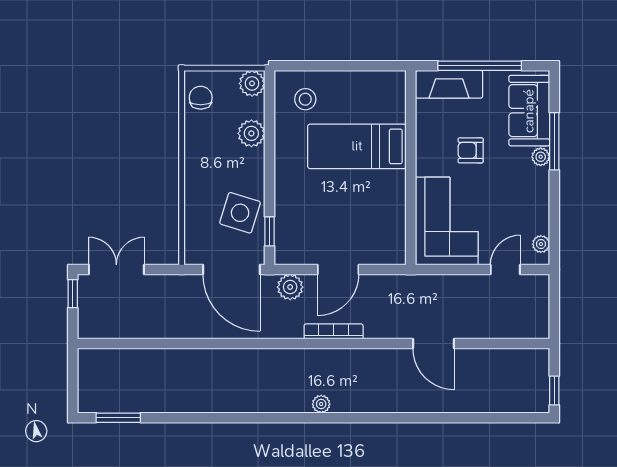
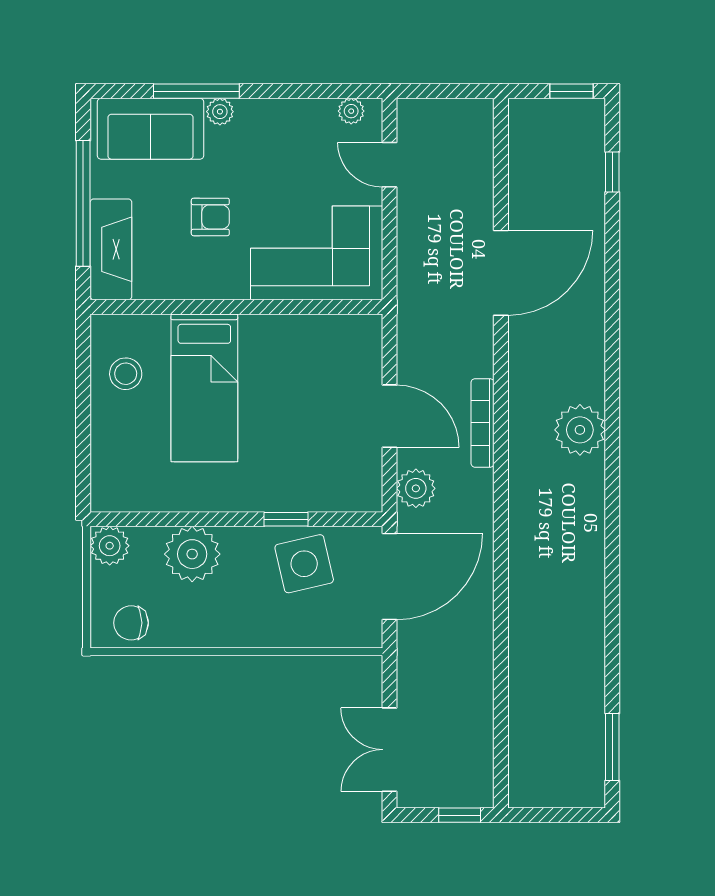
stool: (305, 99) -> (126, 374), moved
plant: (251, 133) -> (192, 554), width x1.36, depth x1.36
armchair: (471, 150) -> (210, 217), turned -90
side table: (240, 213) -> (304, 564), turned -30
window: (270, 231) -> (286, 519), moved
window: (73, 294) -> (460, 815), moved
door: (433, 344) -> (501, 273), width x1.36
plant: (321, 404) -> (580, 430), width x1.88, depth x1.88
window: (501, 418) -> (612, 172), added

